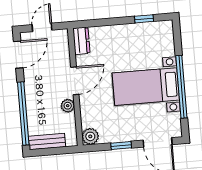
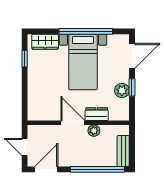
dresser: (81, 41) -> (97, 114), moved
wardrobe: (165, 41) -> (45, 42), added
door: (18, 55) -> (46, 169), hinge flipped
plant: (90, 136) -> (122, 91), moved

